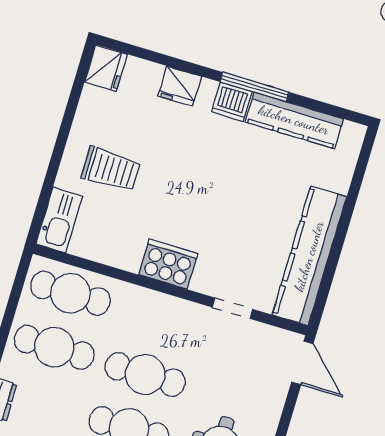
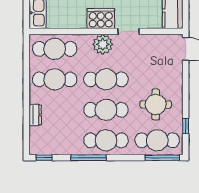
doorway: (233, 308) -> (129, 31), moved
plant: (158, 311) -> (103, 44), added

